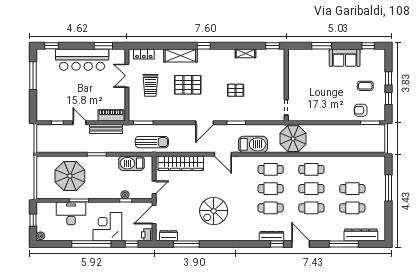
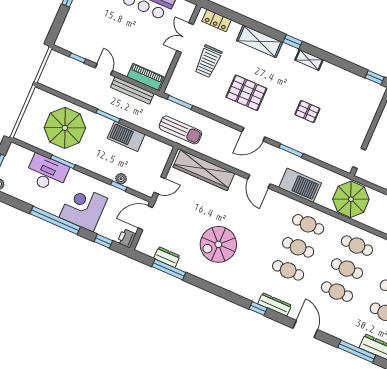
shelving: (245, 53) -> (309, 60), moved
pallet: (188, 85) -> (246, 93), moved
barbecue: (131, 163) -> (126, 136), moved
dresser: (168, 236) -> (167, 257), moved
window: (277, 244) -> (258, 308), moved

